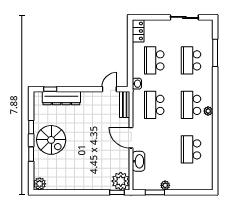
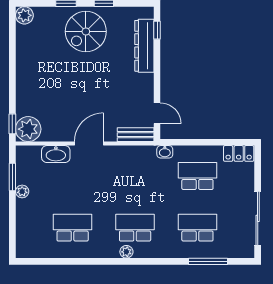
sliding door: (184, 17) -> (258, 218), width x1.37
school desk: (154, 105) -> (135, 176), removed

